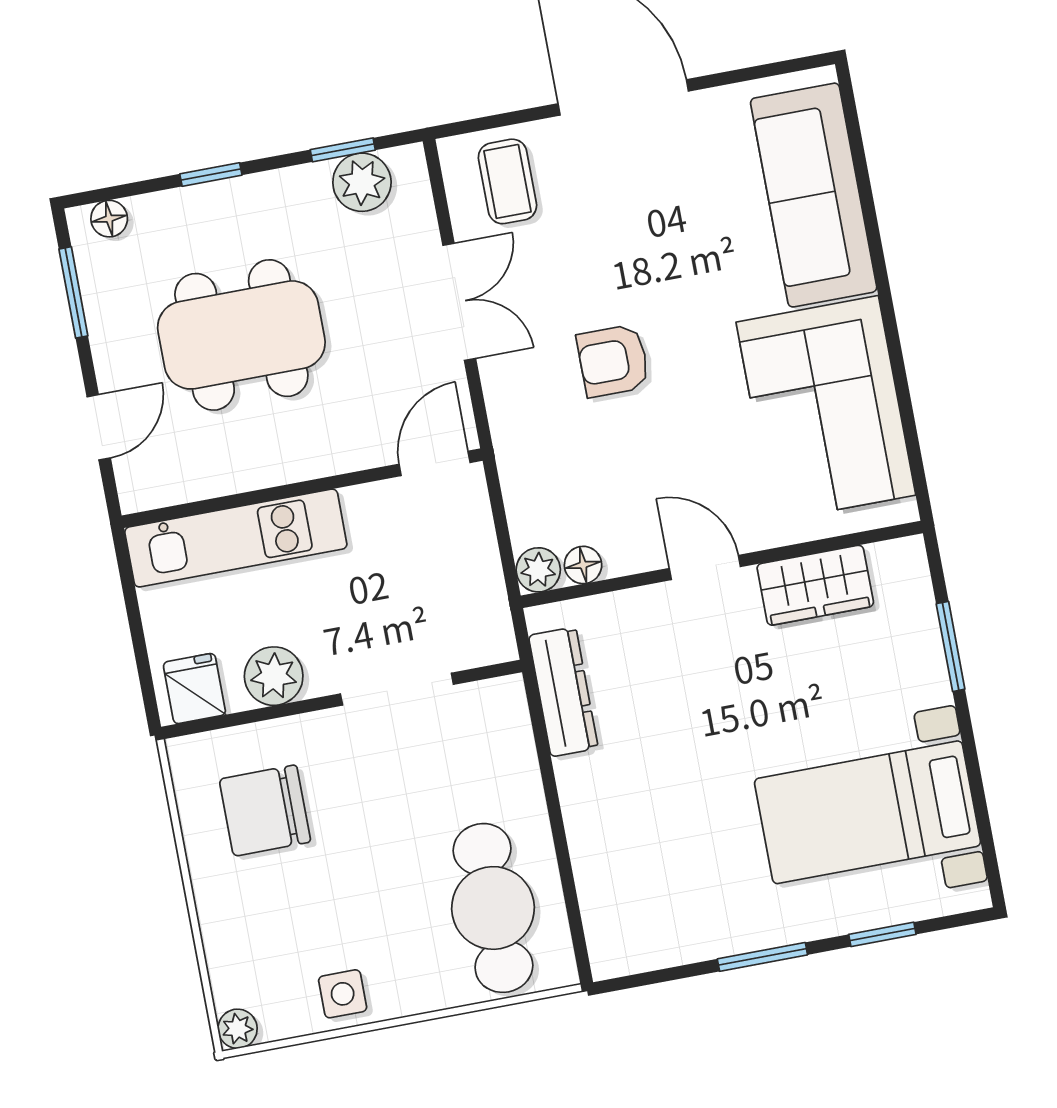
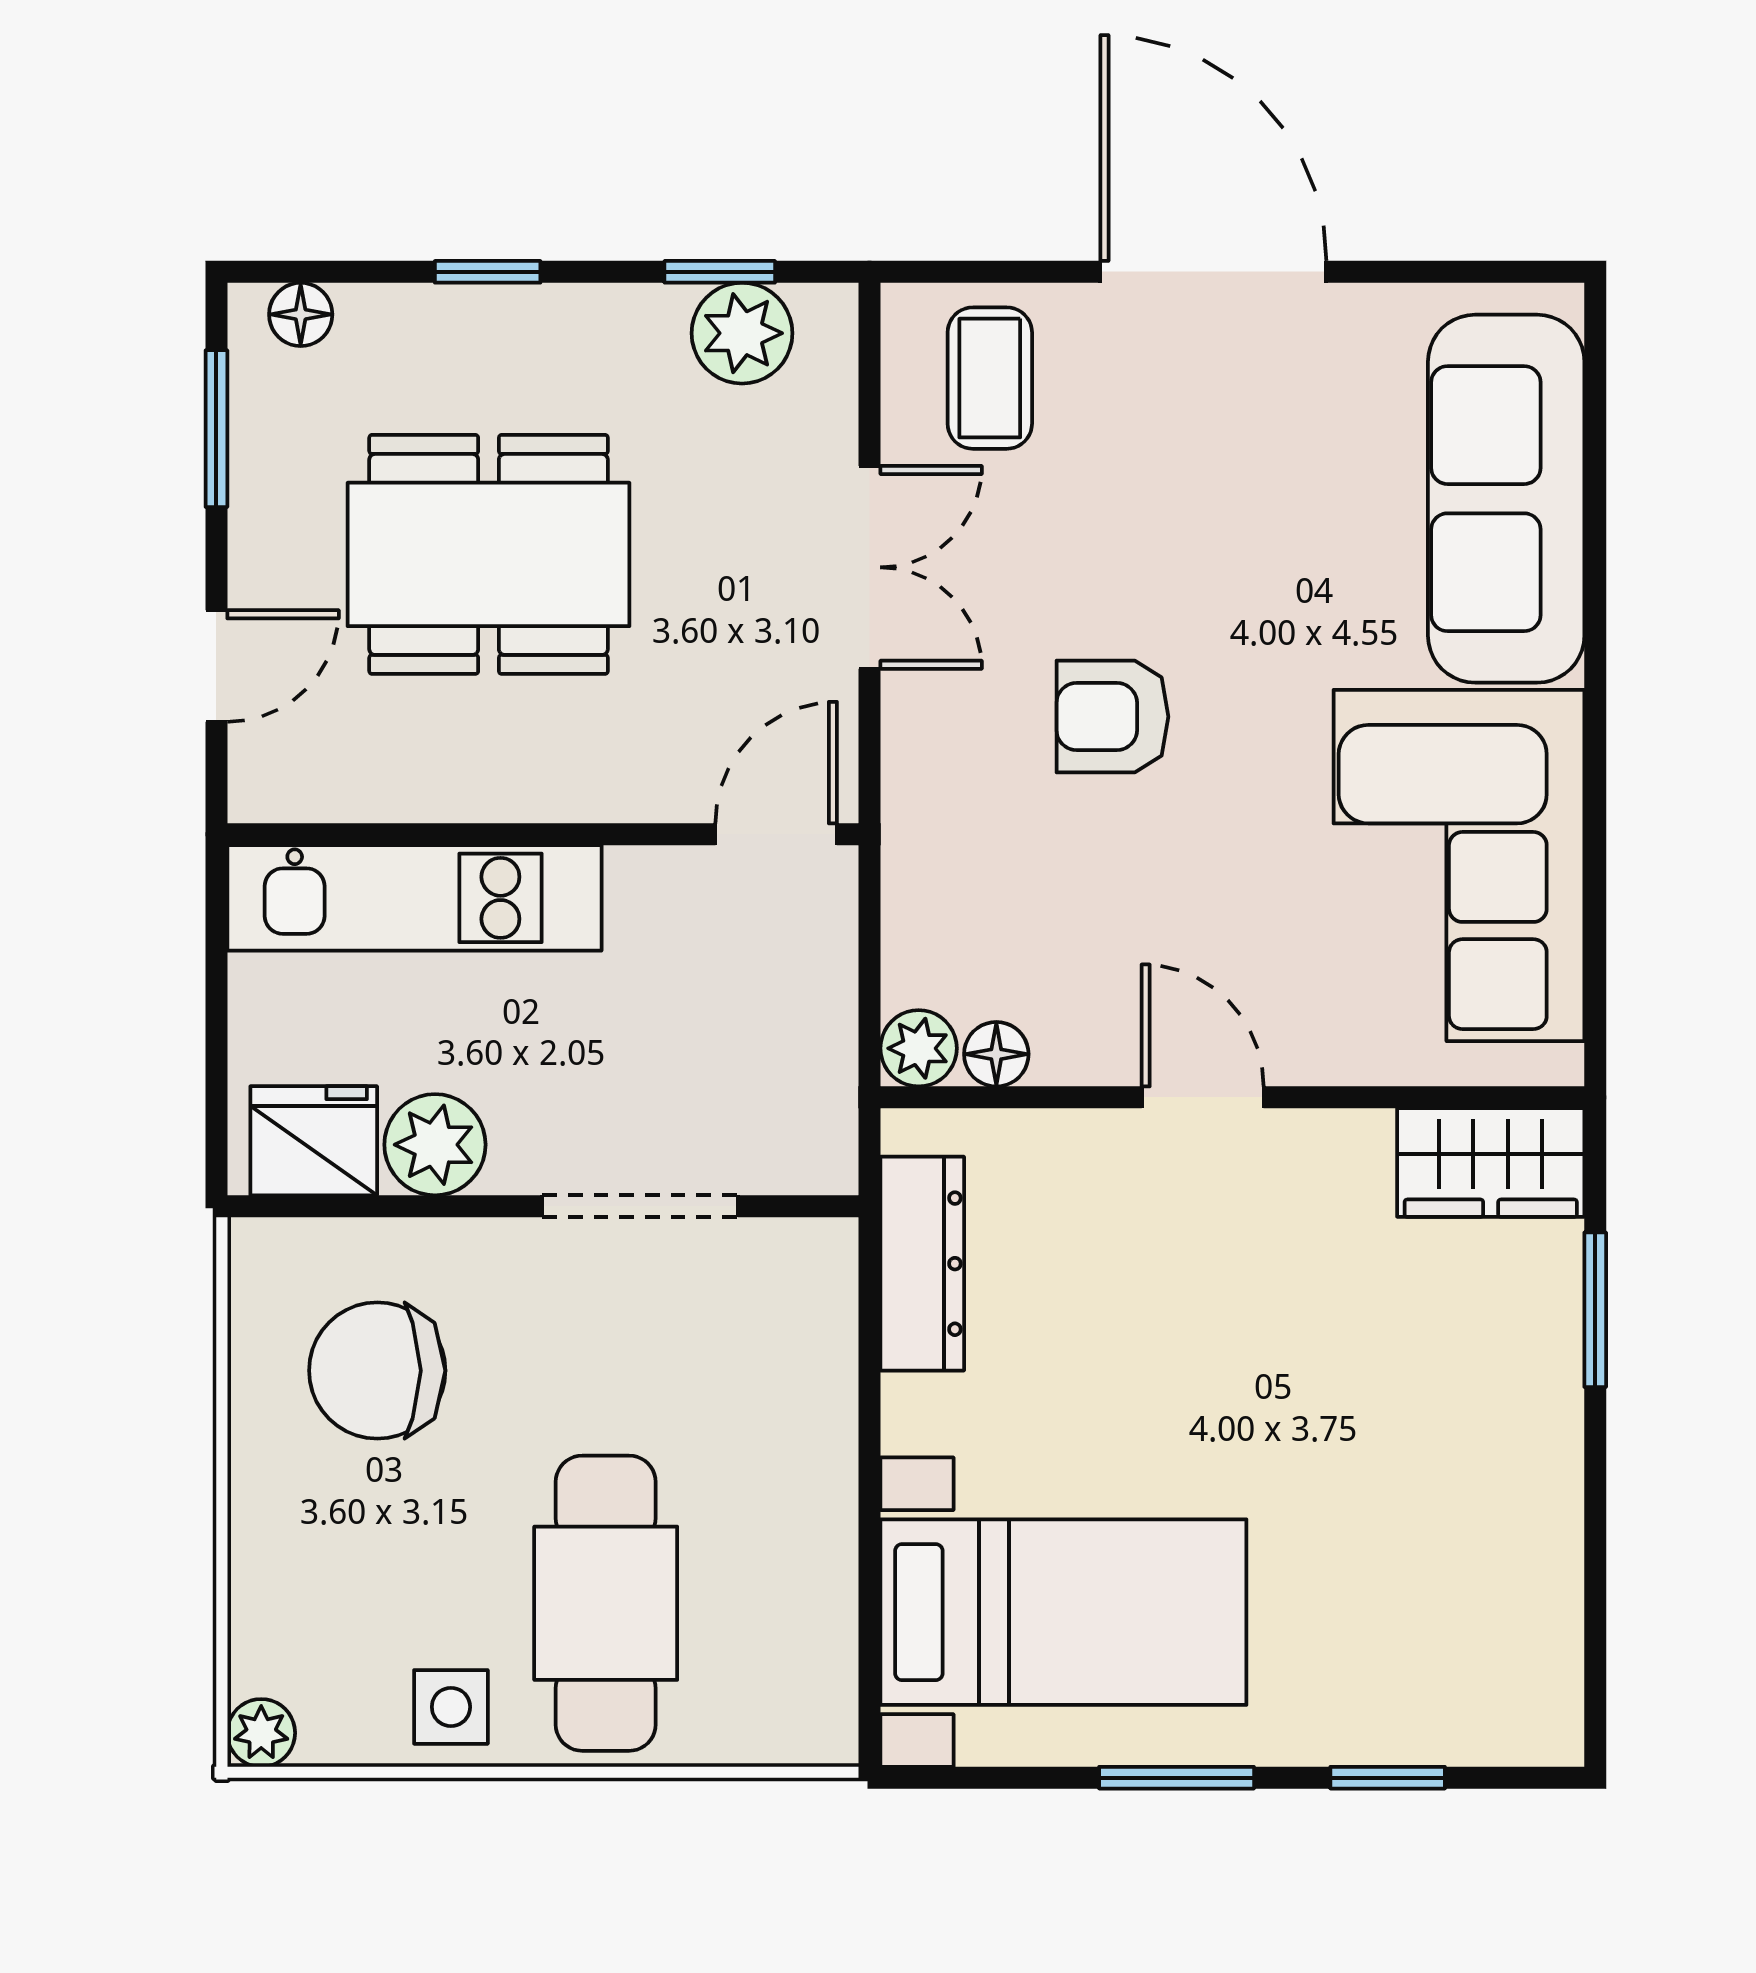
wardrobe: (815, 585) -> (1491, 1163), moved
fridge: (194, 689) -> (314, 1141), width x1.38
bed with nightstands: (868, 812) -> (1063, 1612), moved, turned 180
cafe table: (493, 908) -> (606, 1603), moved

